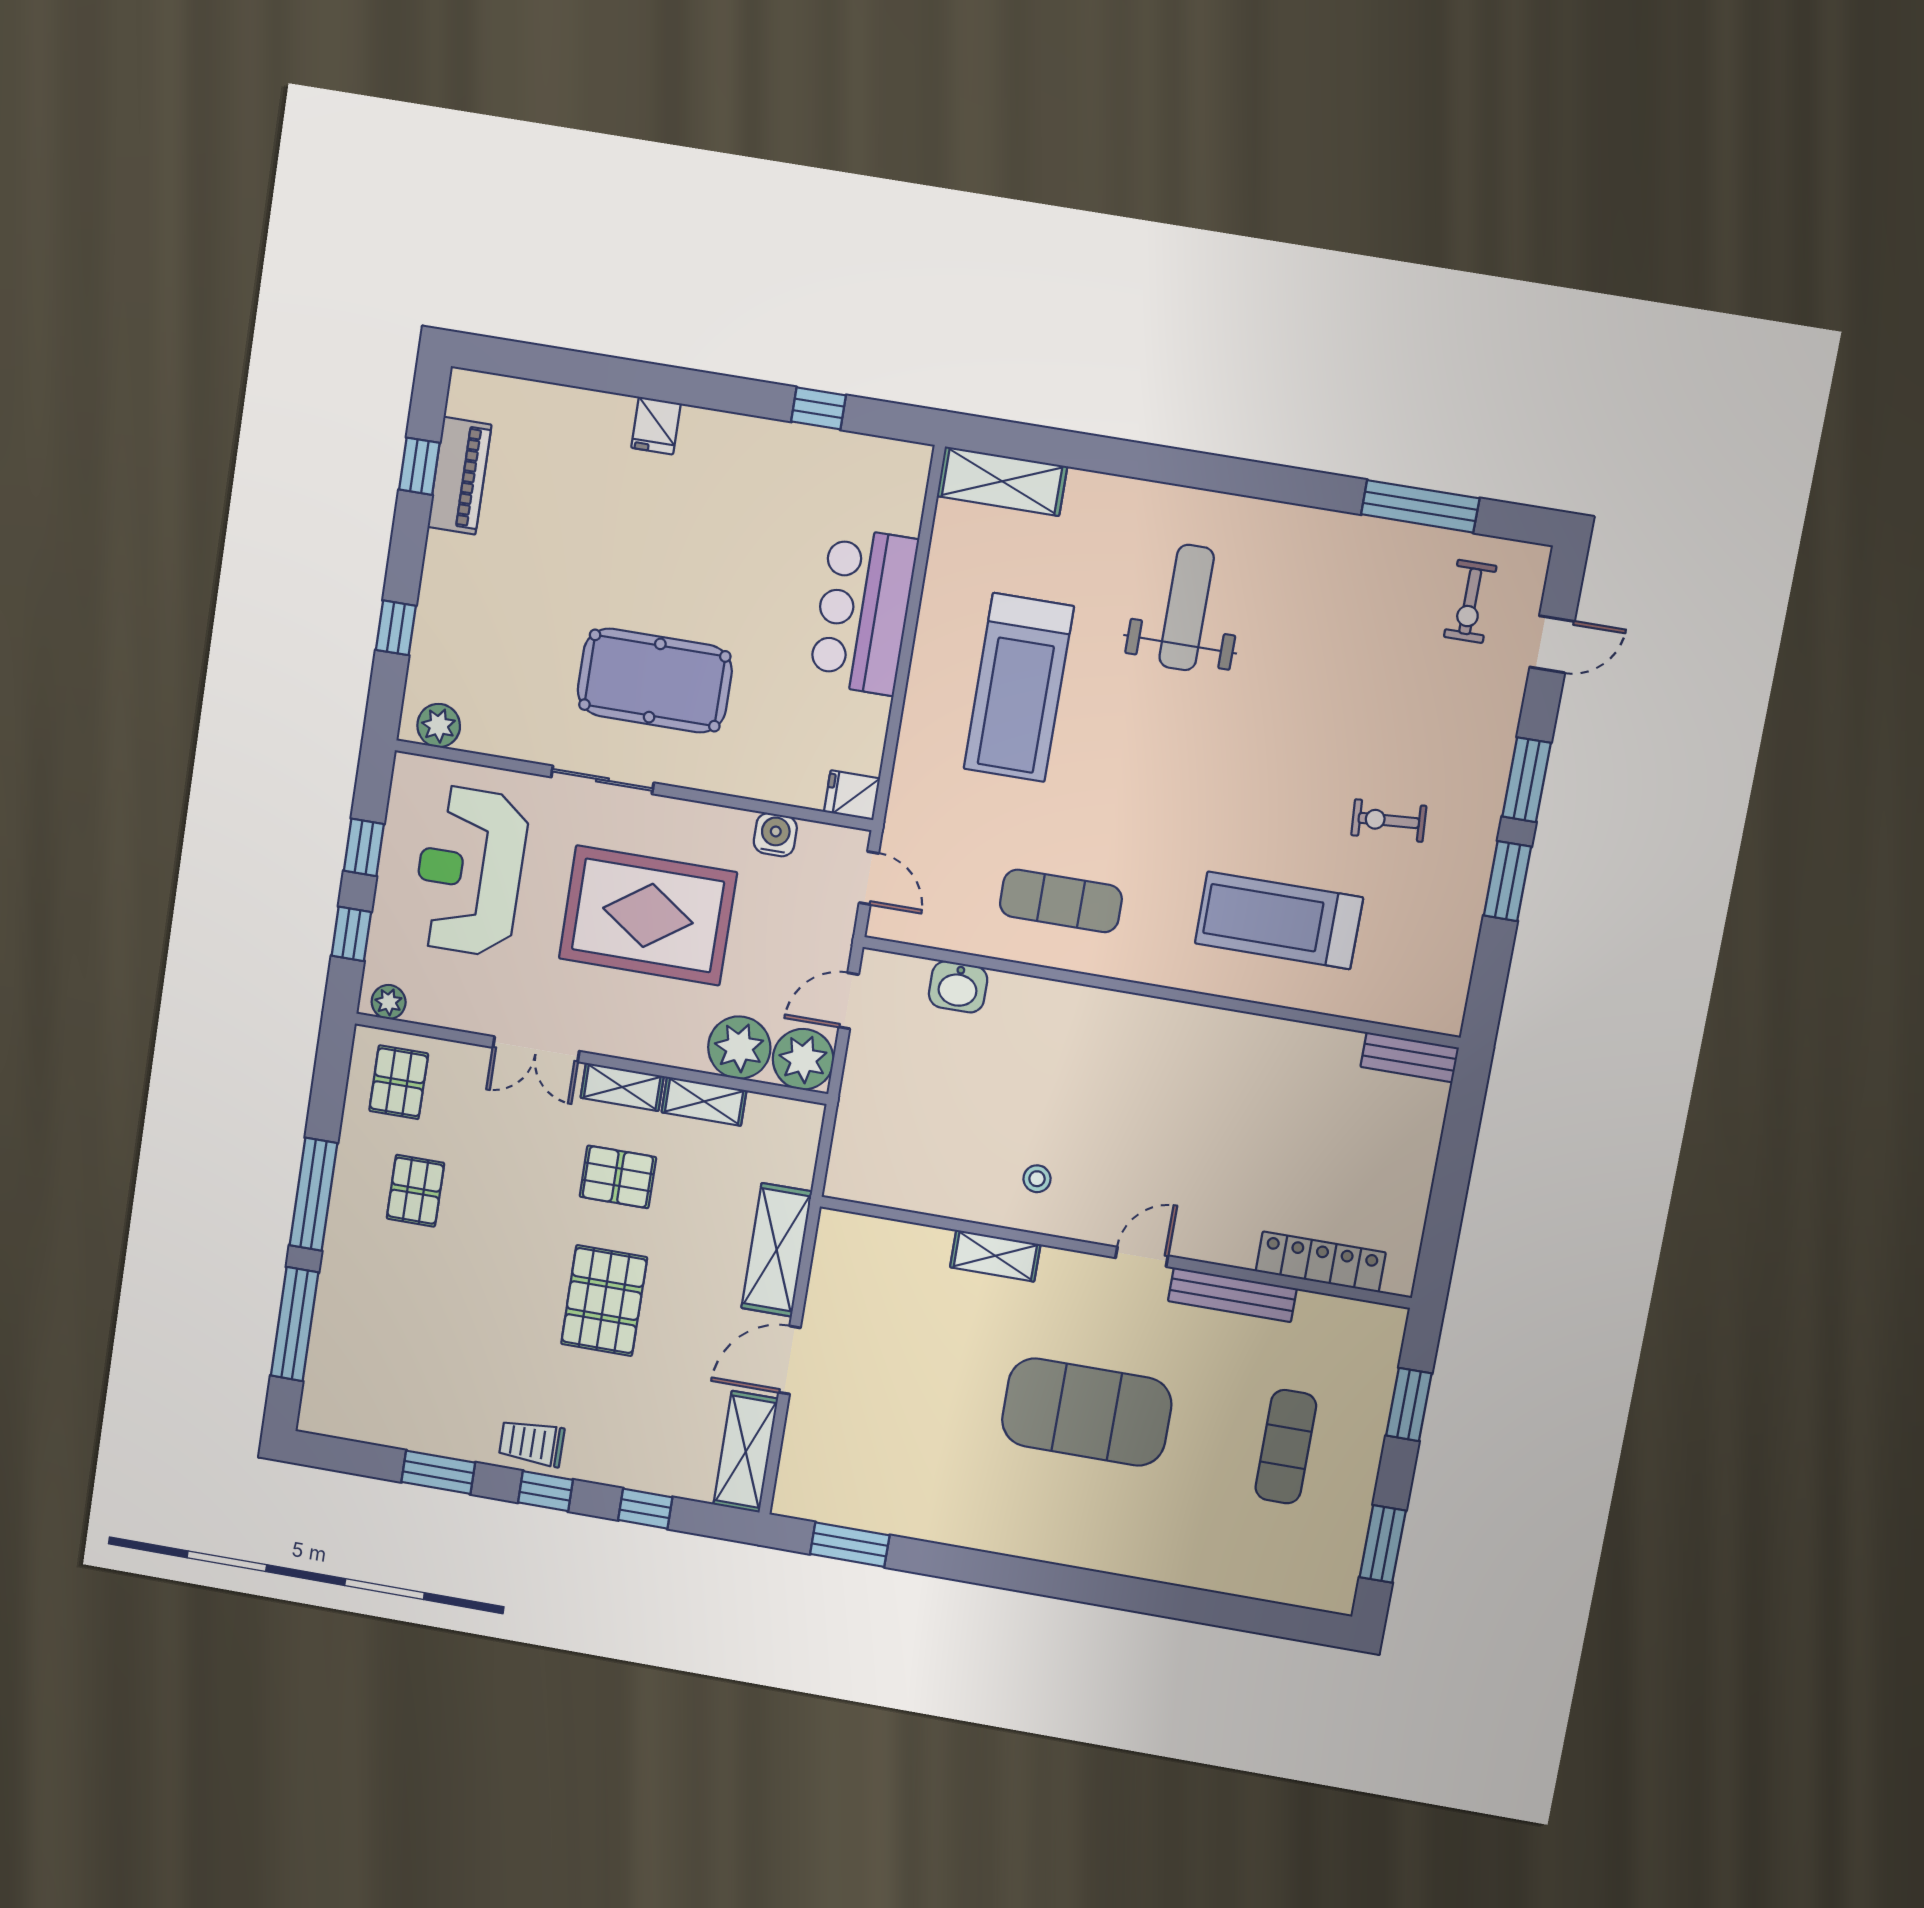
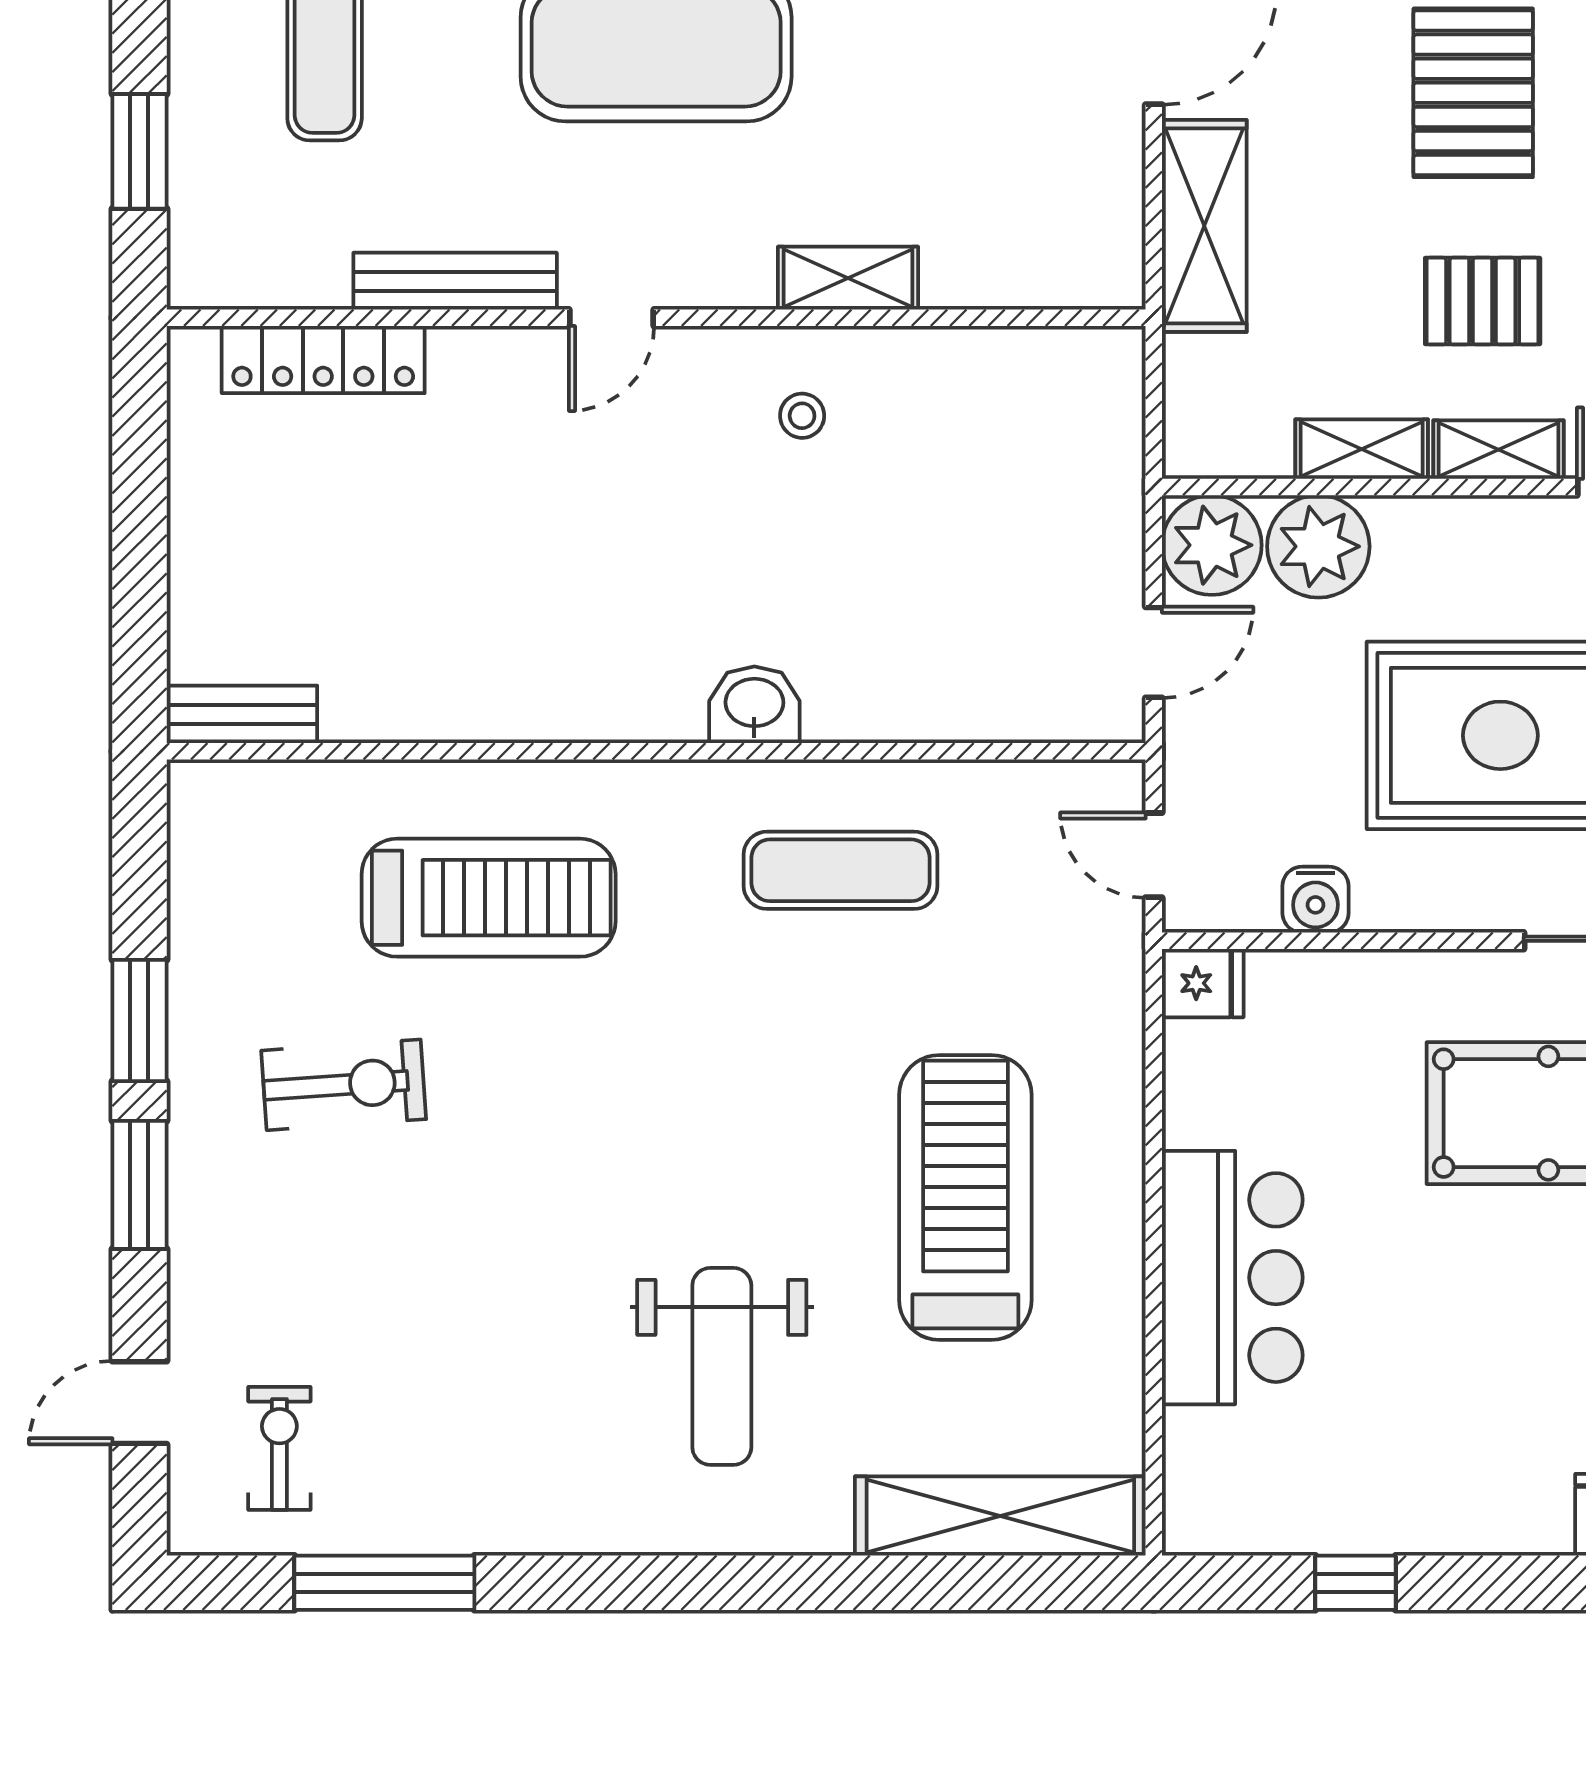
shelving: (1002, 481) -> (1000, 1516), width x1.47
exercise bike: (1389, 821) -> (344, 1085), width x1.38, depth x1.39
washbasin: (958, 987) -> (754, 705), moved

